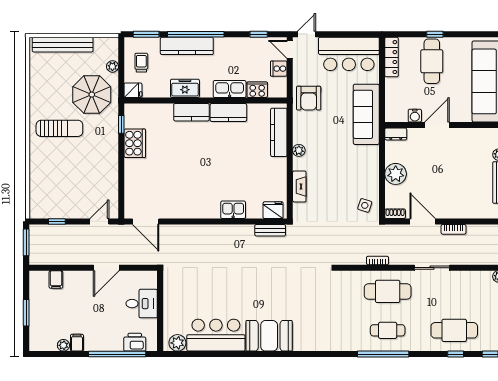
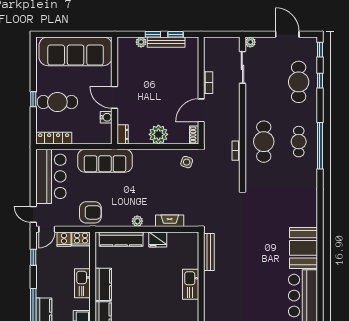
cooker: (257, 90) -> (81, 239), moved, turned -90
kitchen sink: (233, 210) -> (191, 284), width x1.38
fridge: (273, 210) -> (158, 240), moved, turned -90
bench: (270, 230) -> (209, 252), width x1.36
sliding door: (432, 268) -> (242, 67), moved

